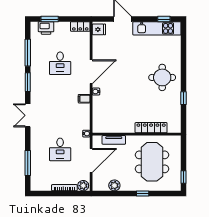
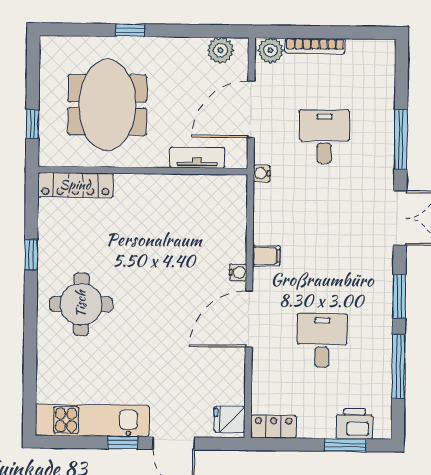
window: (164, 19) -> (123, 443), moved
locker: (151, 128) -> (75, 185), moved
window: (28, 163) -> (401, 139), moved
window: (184, 177) -> (32, 124), moved
plant: (114, 185) -> (220, 50), moved

